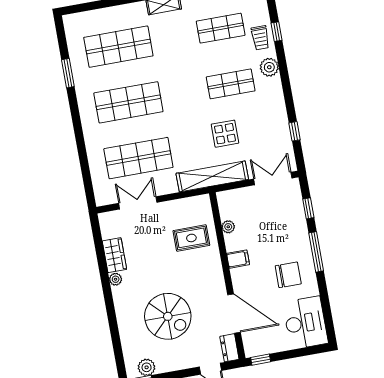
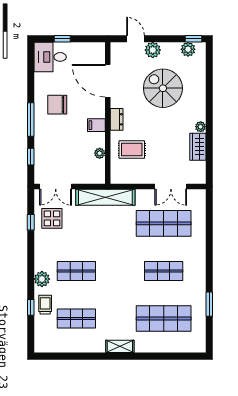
shop shelf: (128, 102) -> (164, 271), width x0.70, depth x0.74
display table: (225, 134) -> (52, 218), moved
desk: (305, 323) -> (50, 57), width x0.73
dresser: (229, 348) -> (117, 119), moved
plant: (188, 359) -> (153, 50), added
window: (261, 360) -> (62, 39), moved

